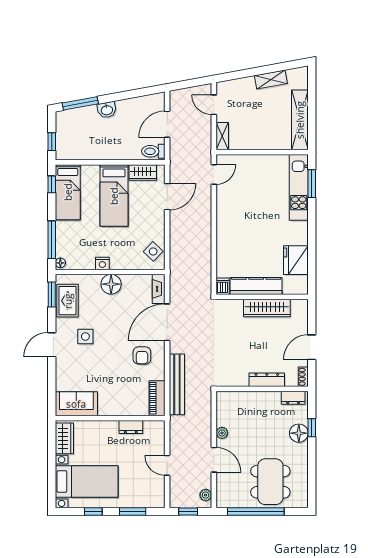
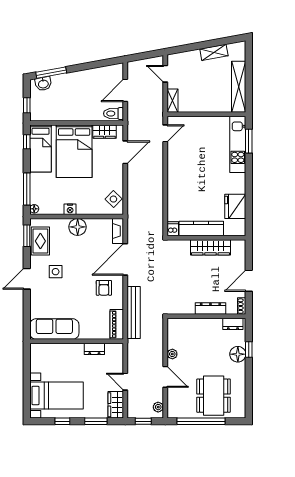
washbasin: (107, 110) -> (43, 84), moved
bed: (114, 196) -> (74, 151), width x1.50
sofa: (76, 404) -> (54, 329), width x1.36
wardrobe: (64, 438) -> (116, 405), moved, turned 180

